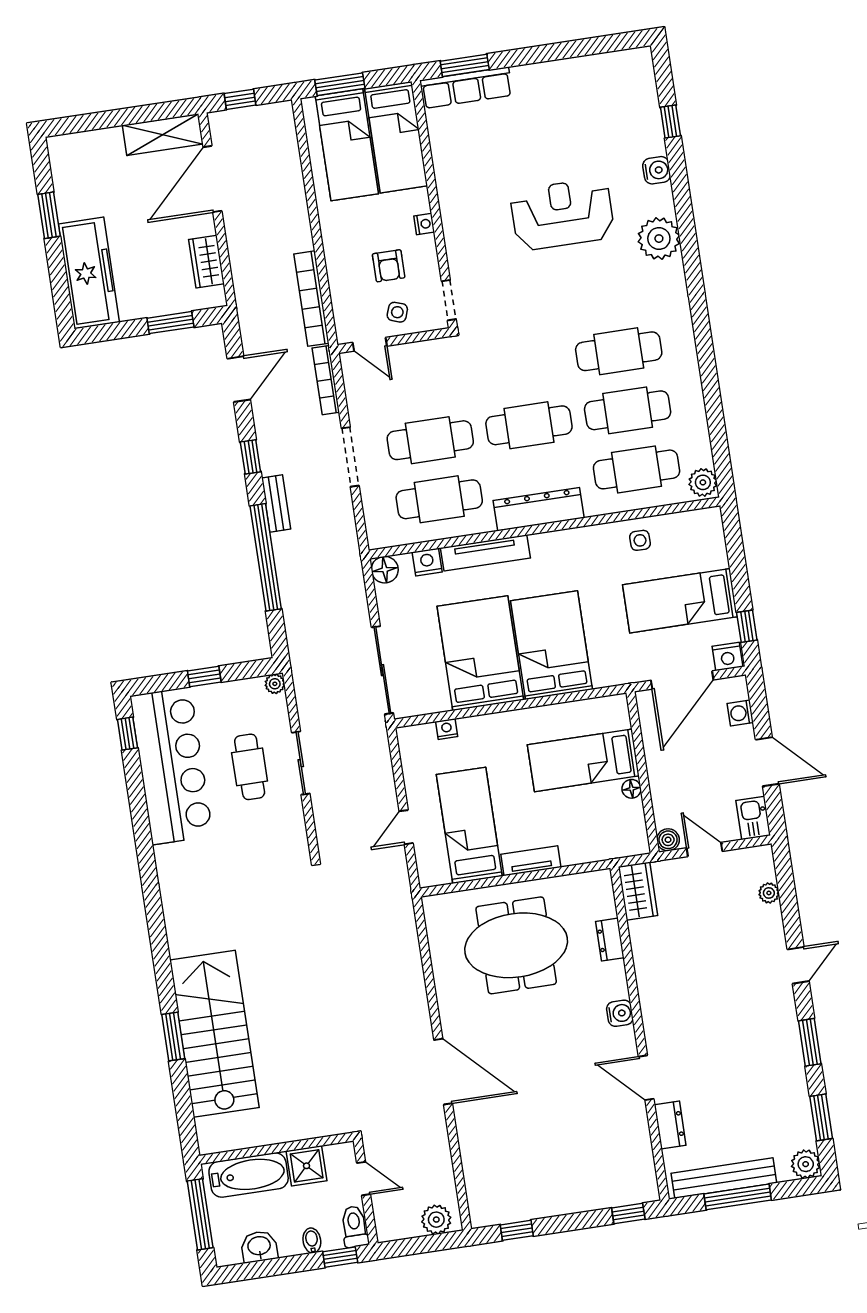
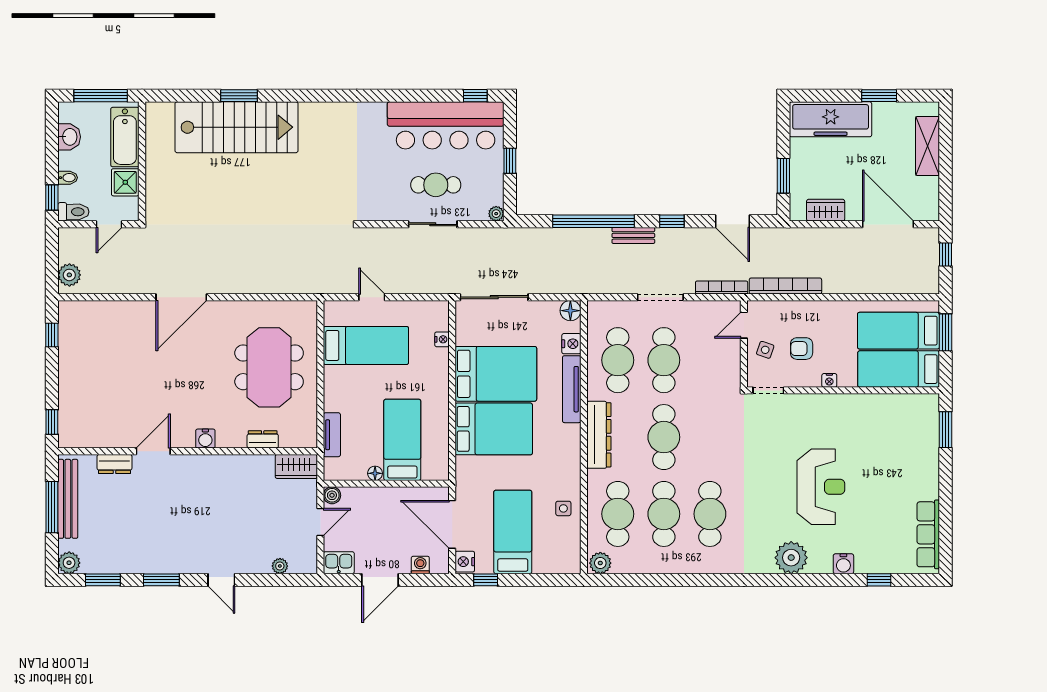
row of seats: (466, 88) -> (928, 534), moved
shelving: (163, 135) -> (928, 146), moved
tv unit: (531, 861) -> (332, 435), moved

